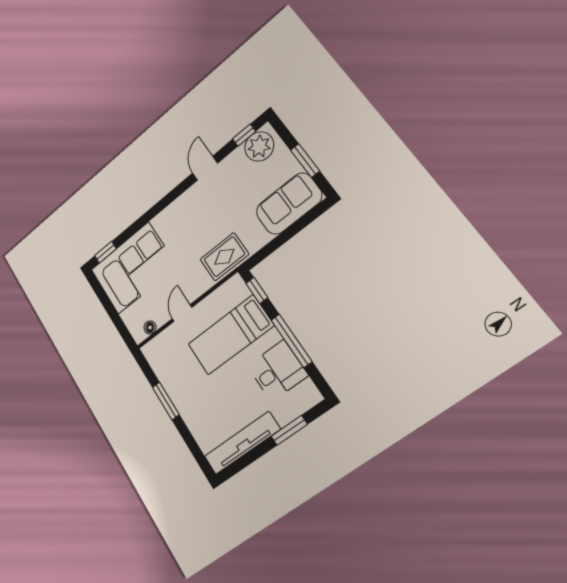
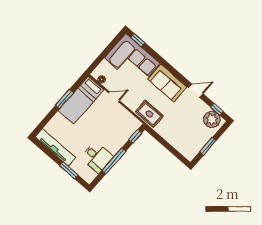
sofa: (289, 204) -> (167, 83), moved, turned 180
bed: (231, 335) -> (81, 100), moved, turned -90

